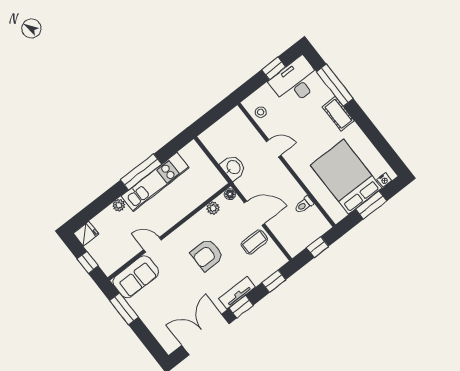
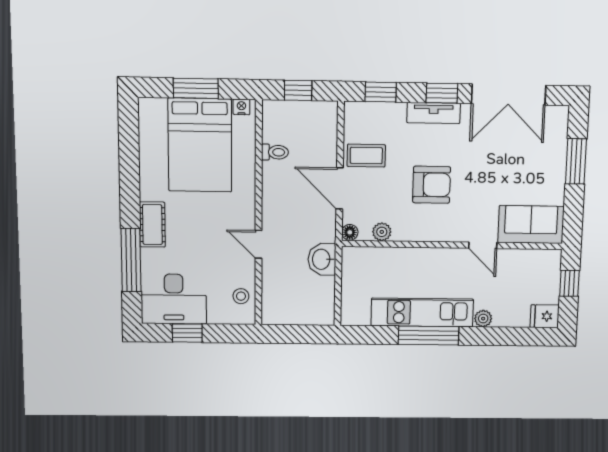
nightstand: (384, 180) -> (241, 107), moved
window: (124, 309) -> (576, 161), moved

